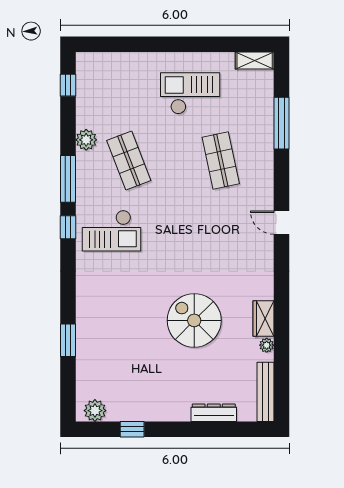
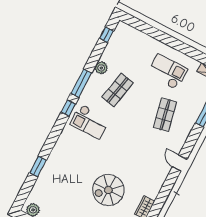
shop shelf: (129, 160) -> (118, 90), turned 33
spiral stairs: (194, 320) -> (108, 190), turned -90

